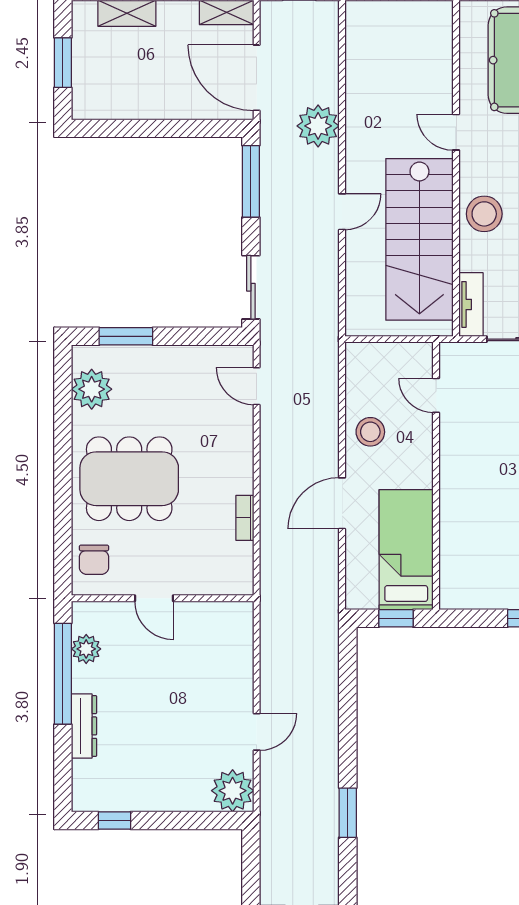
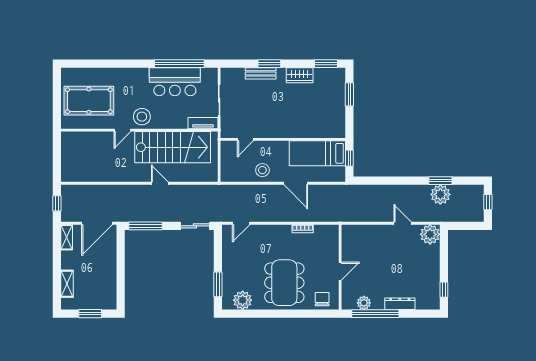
plant: (318, 126) -> (440, 194), moved
stool: (484, 214) -> (142, 117), moved
chair: (94, 560) -> (322, 299), turned -90

